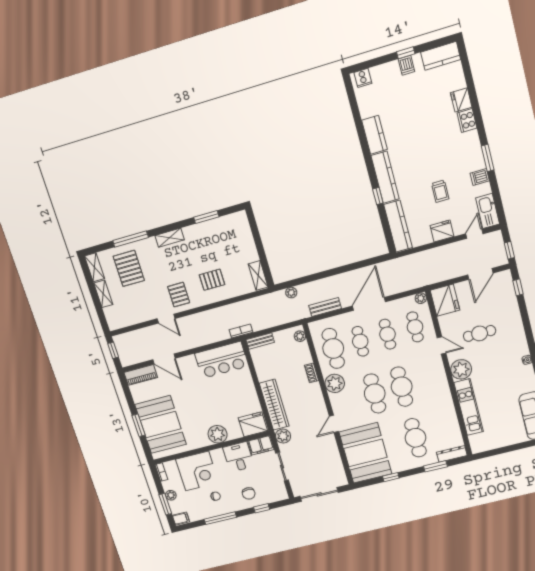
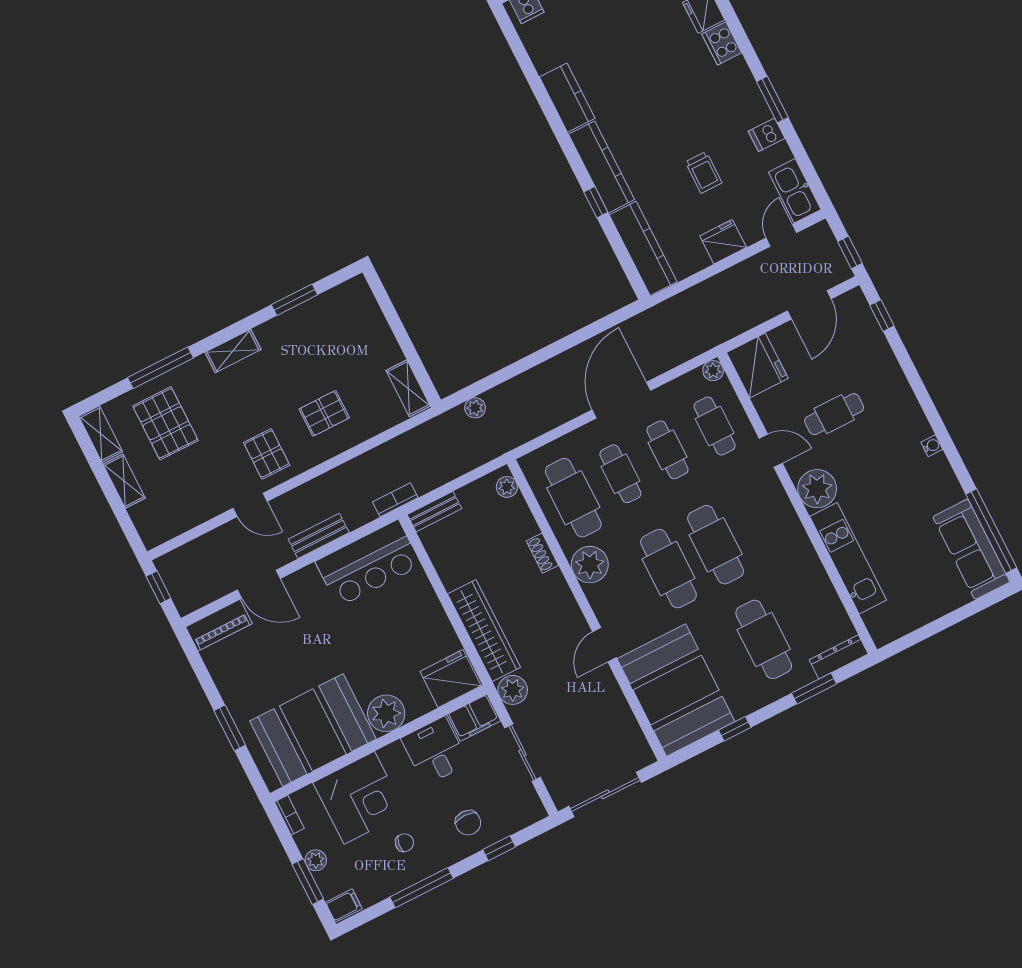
bench: (325, 307) -> (319, 536), moved
booth: (161, 425) -> (313, 730), moved, turned 90

